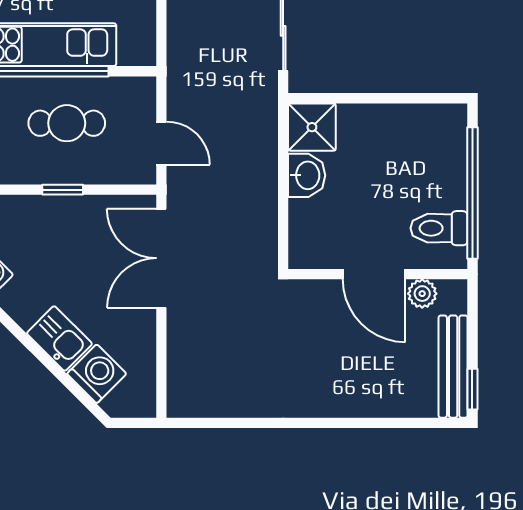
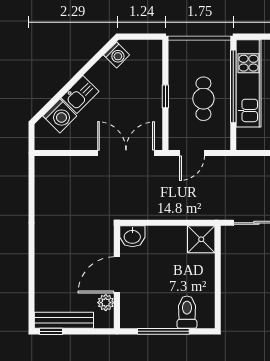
washbasin: (307, 175) -> (132, 236), moved
window: (472, 193) -> (163, 331), width x0.68
toilet: (439, 228) -> (187, 312), moved

